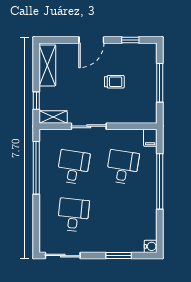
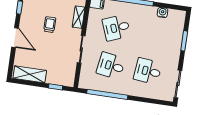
shelving: (53, 117) -> (79, 17), moved
desk: (123, 167) -> (116, 28), turned -30
water cooler: (151, 246) -> (162, 12), moved

